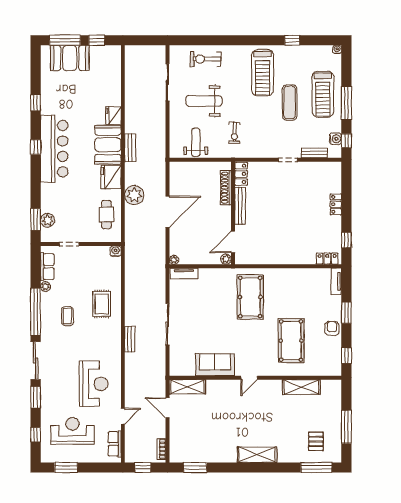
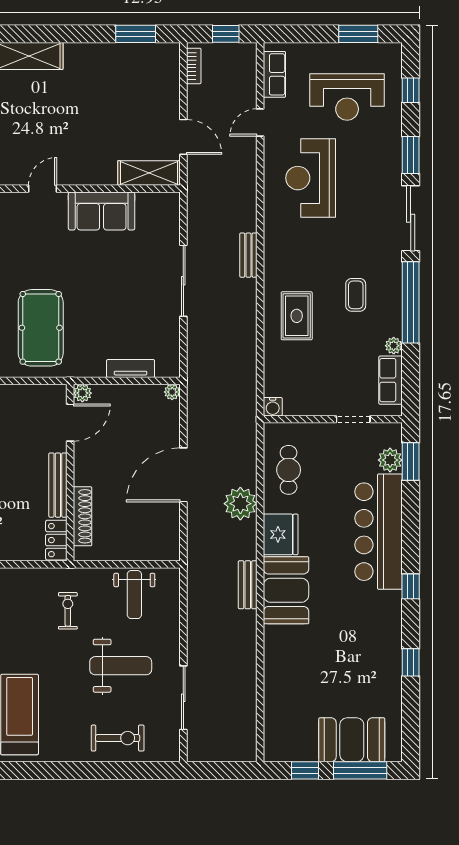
fridge: (113, 115) -> (276, 641), removed
bar counter: (54, 149) -> (379, 532), moved
tv unit: (184, 273) -> (131, 369), moved

